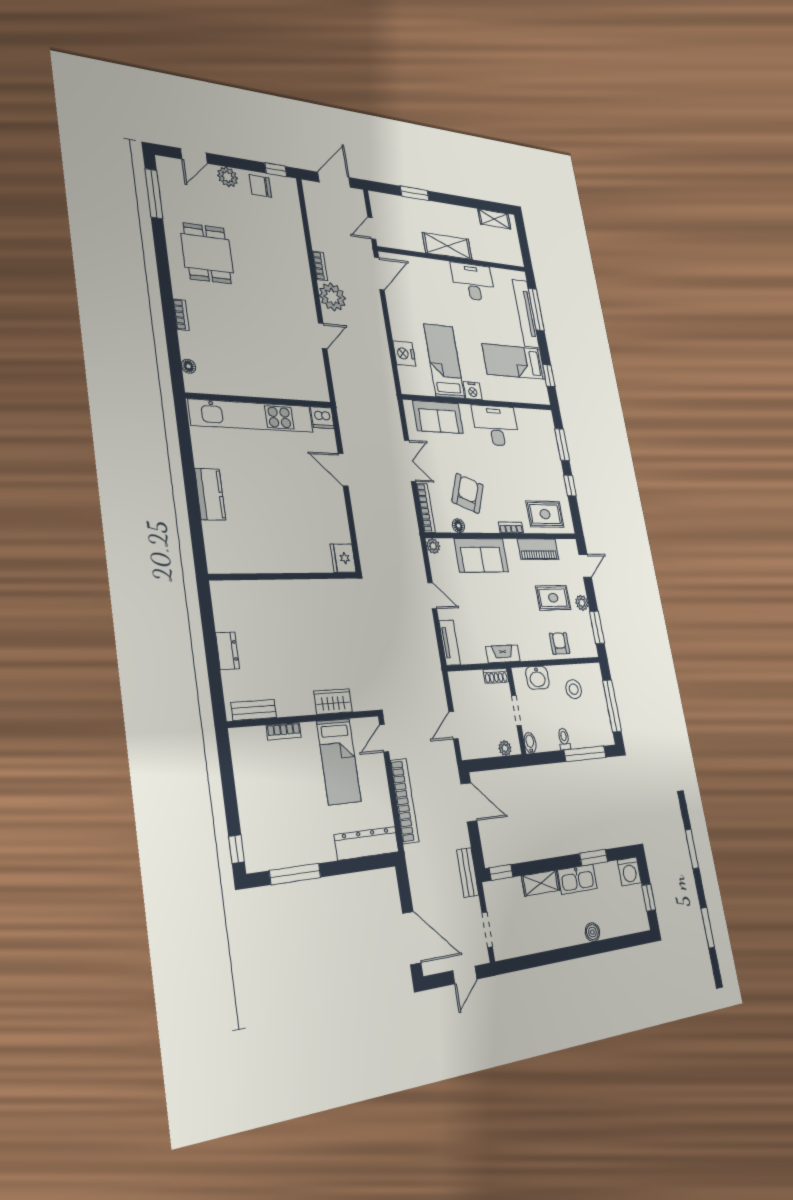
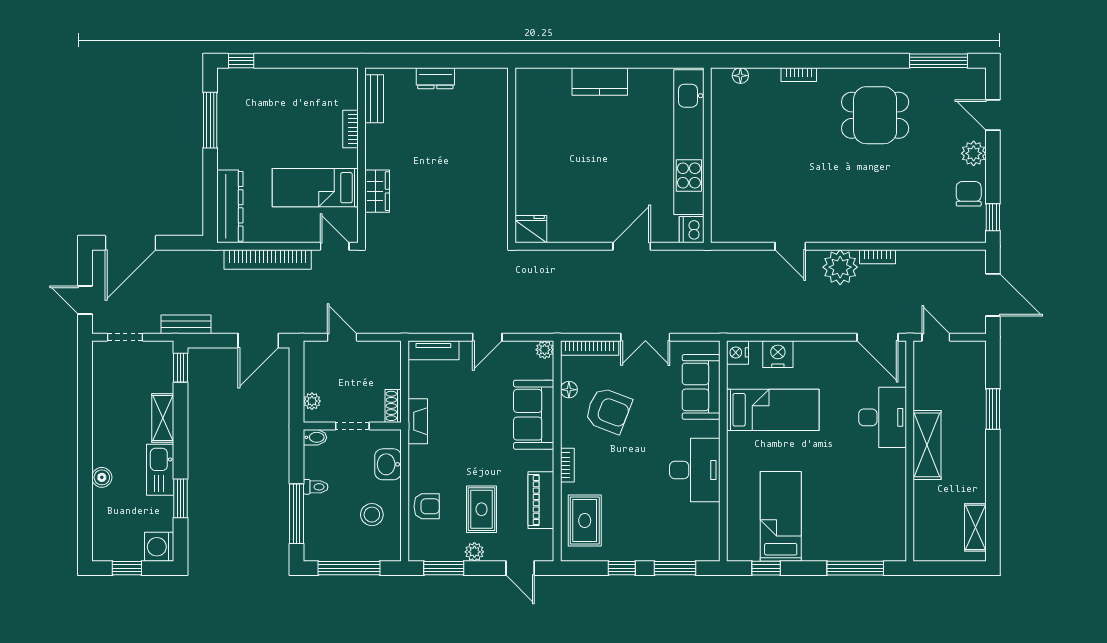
desk: (473, 282) -> (883, 417), moved
tv unit: (526, 313) -> (848, 550), removed
nightstand: (473, 391) -> (738, 352), moved

